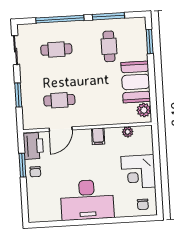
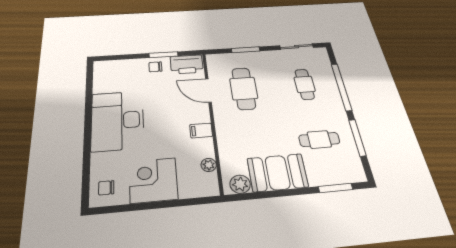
cafe table: (59, 100) -> (244, 88), width x1.37, depth x1.35

